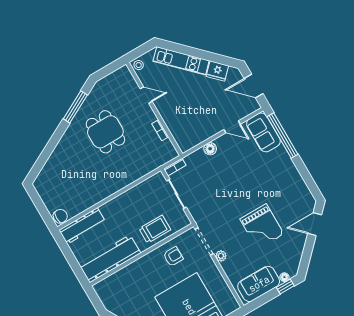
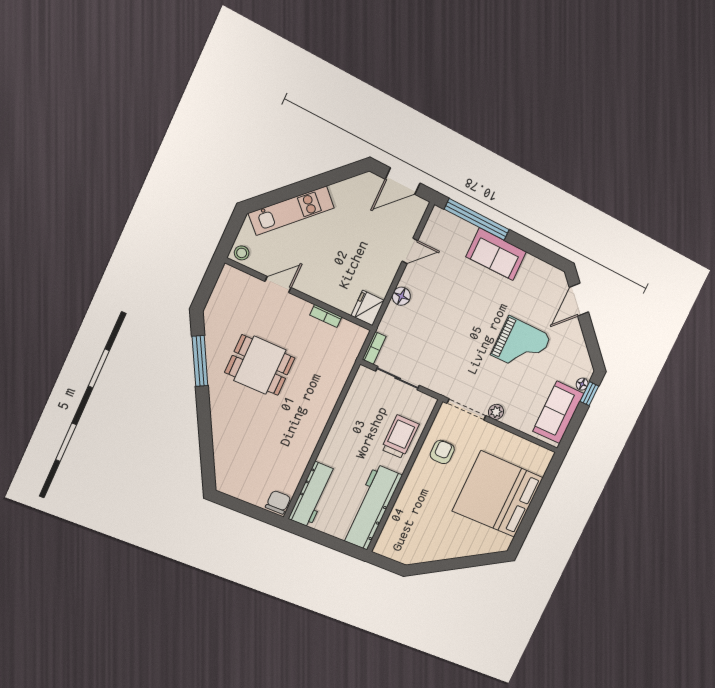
fridge: (217, 71) -> (368, 308), moved, turned 135
sofa: (263, 132) -> (496, 254), moved

